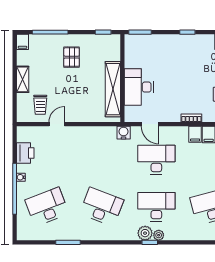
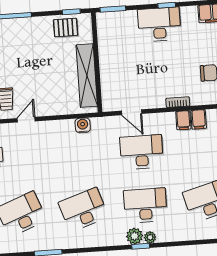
pallet: (72, 57) -> (66, 28), moved, turned 90
desk: (139, 87) -> (159, 24), moved, turned 90
water cooler: (124, 133) -> (83, 125), moved
desk: (102, 207) -> (83, 210), turned -39

